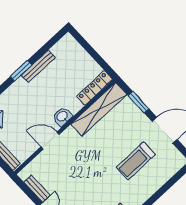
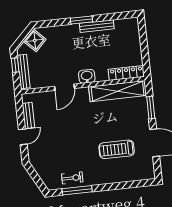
door: (50, 141) -> (65, 87), swing flipped

